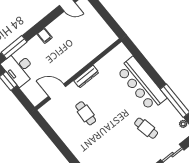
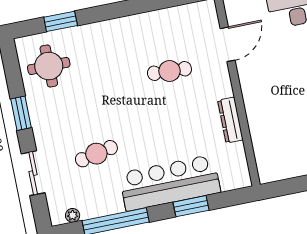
window: (148, 67) -> (191, 206), added
dresser: (86, 77) -> (230, 120), moved

